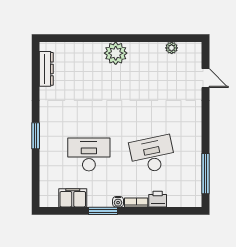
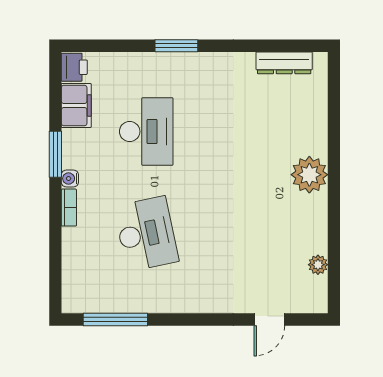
printer: (158, 199) -> (74, 67), moved

